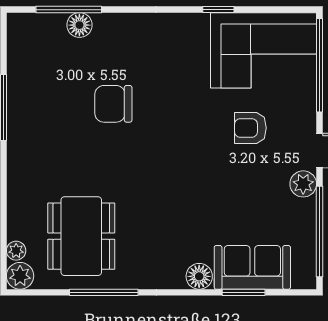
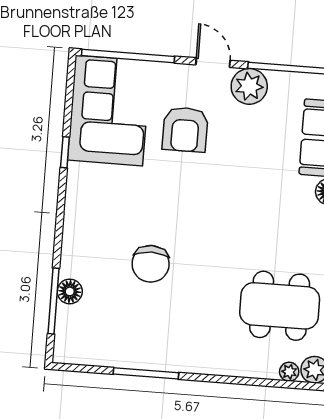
armchair: (250, 128) -> (185, 129), width x1.38, depth x1.38
plant: (303, 184) -> (249, 86), width x1.36, depth x1.36

